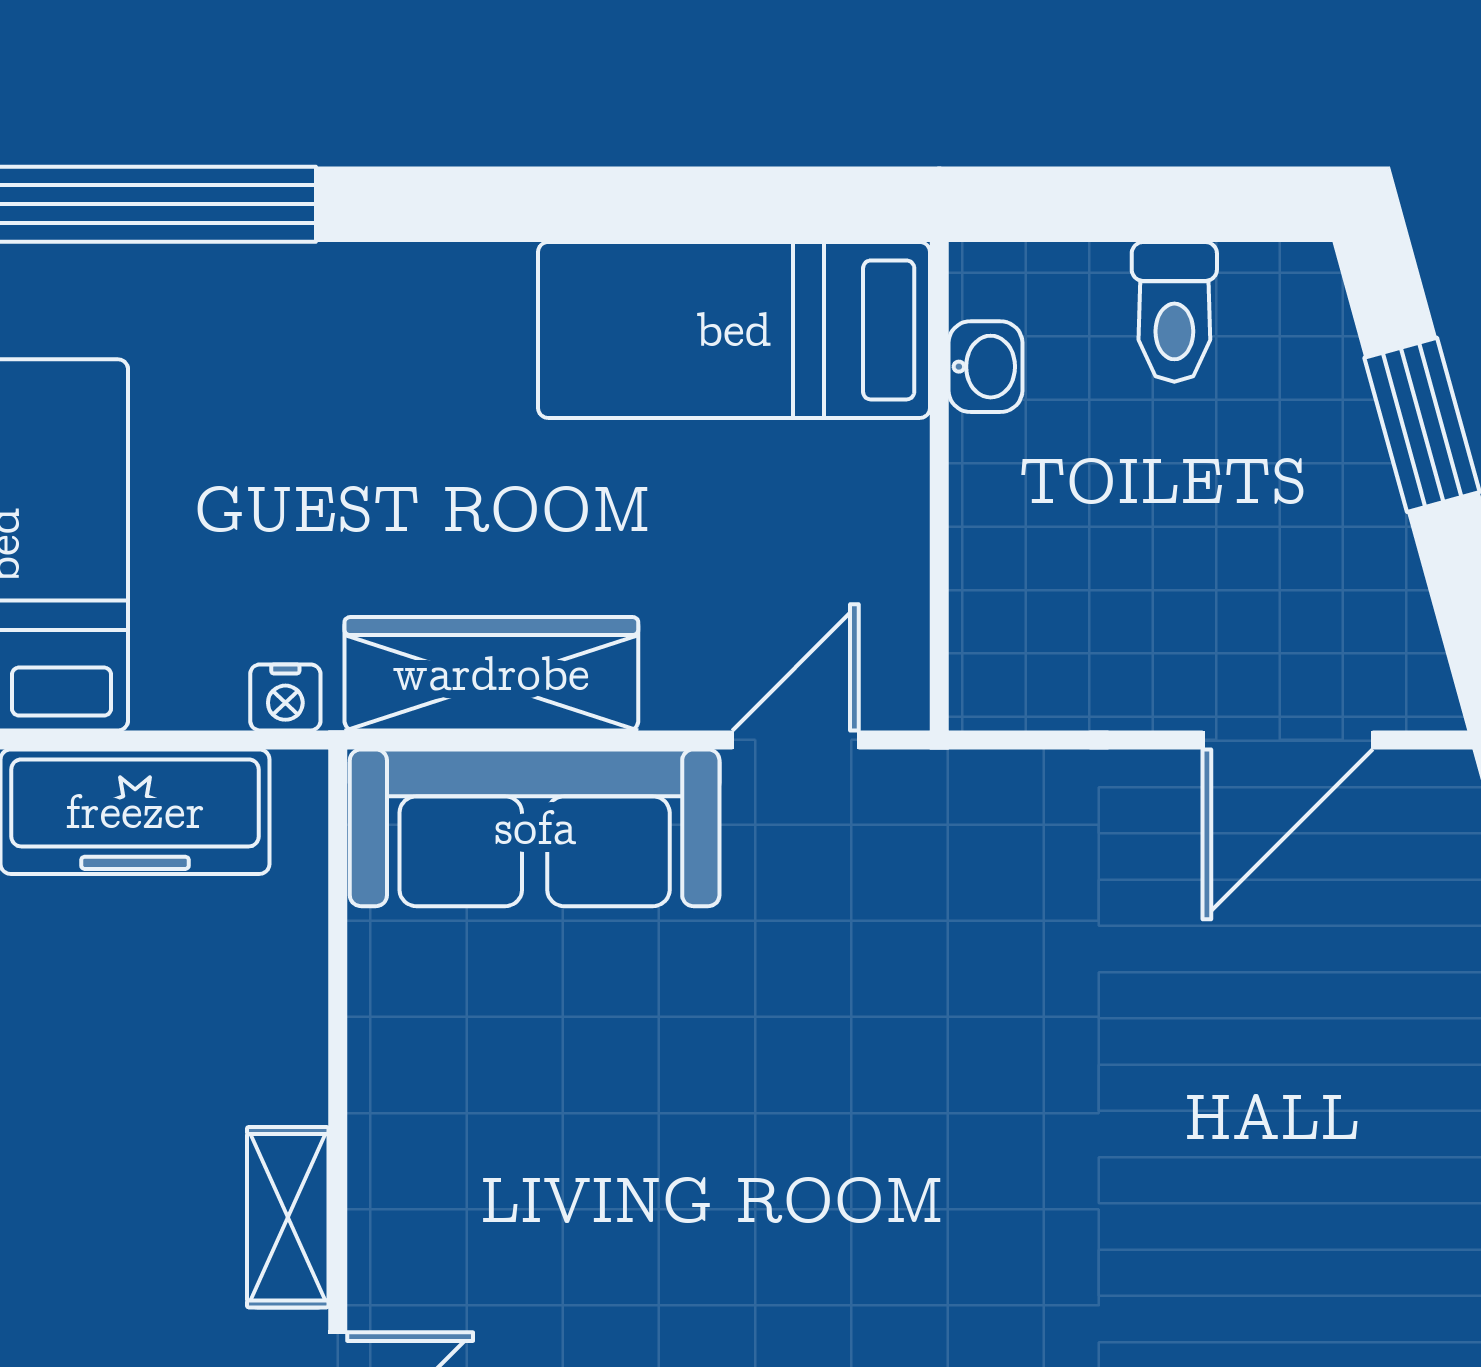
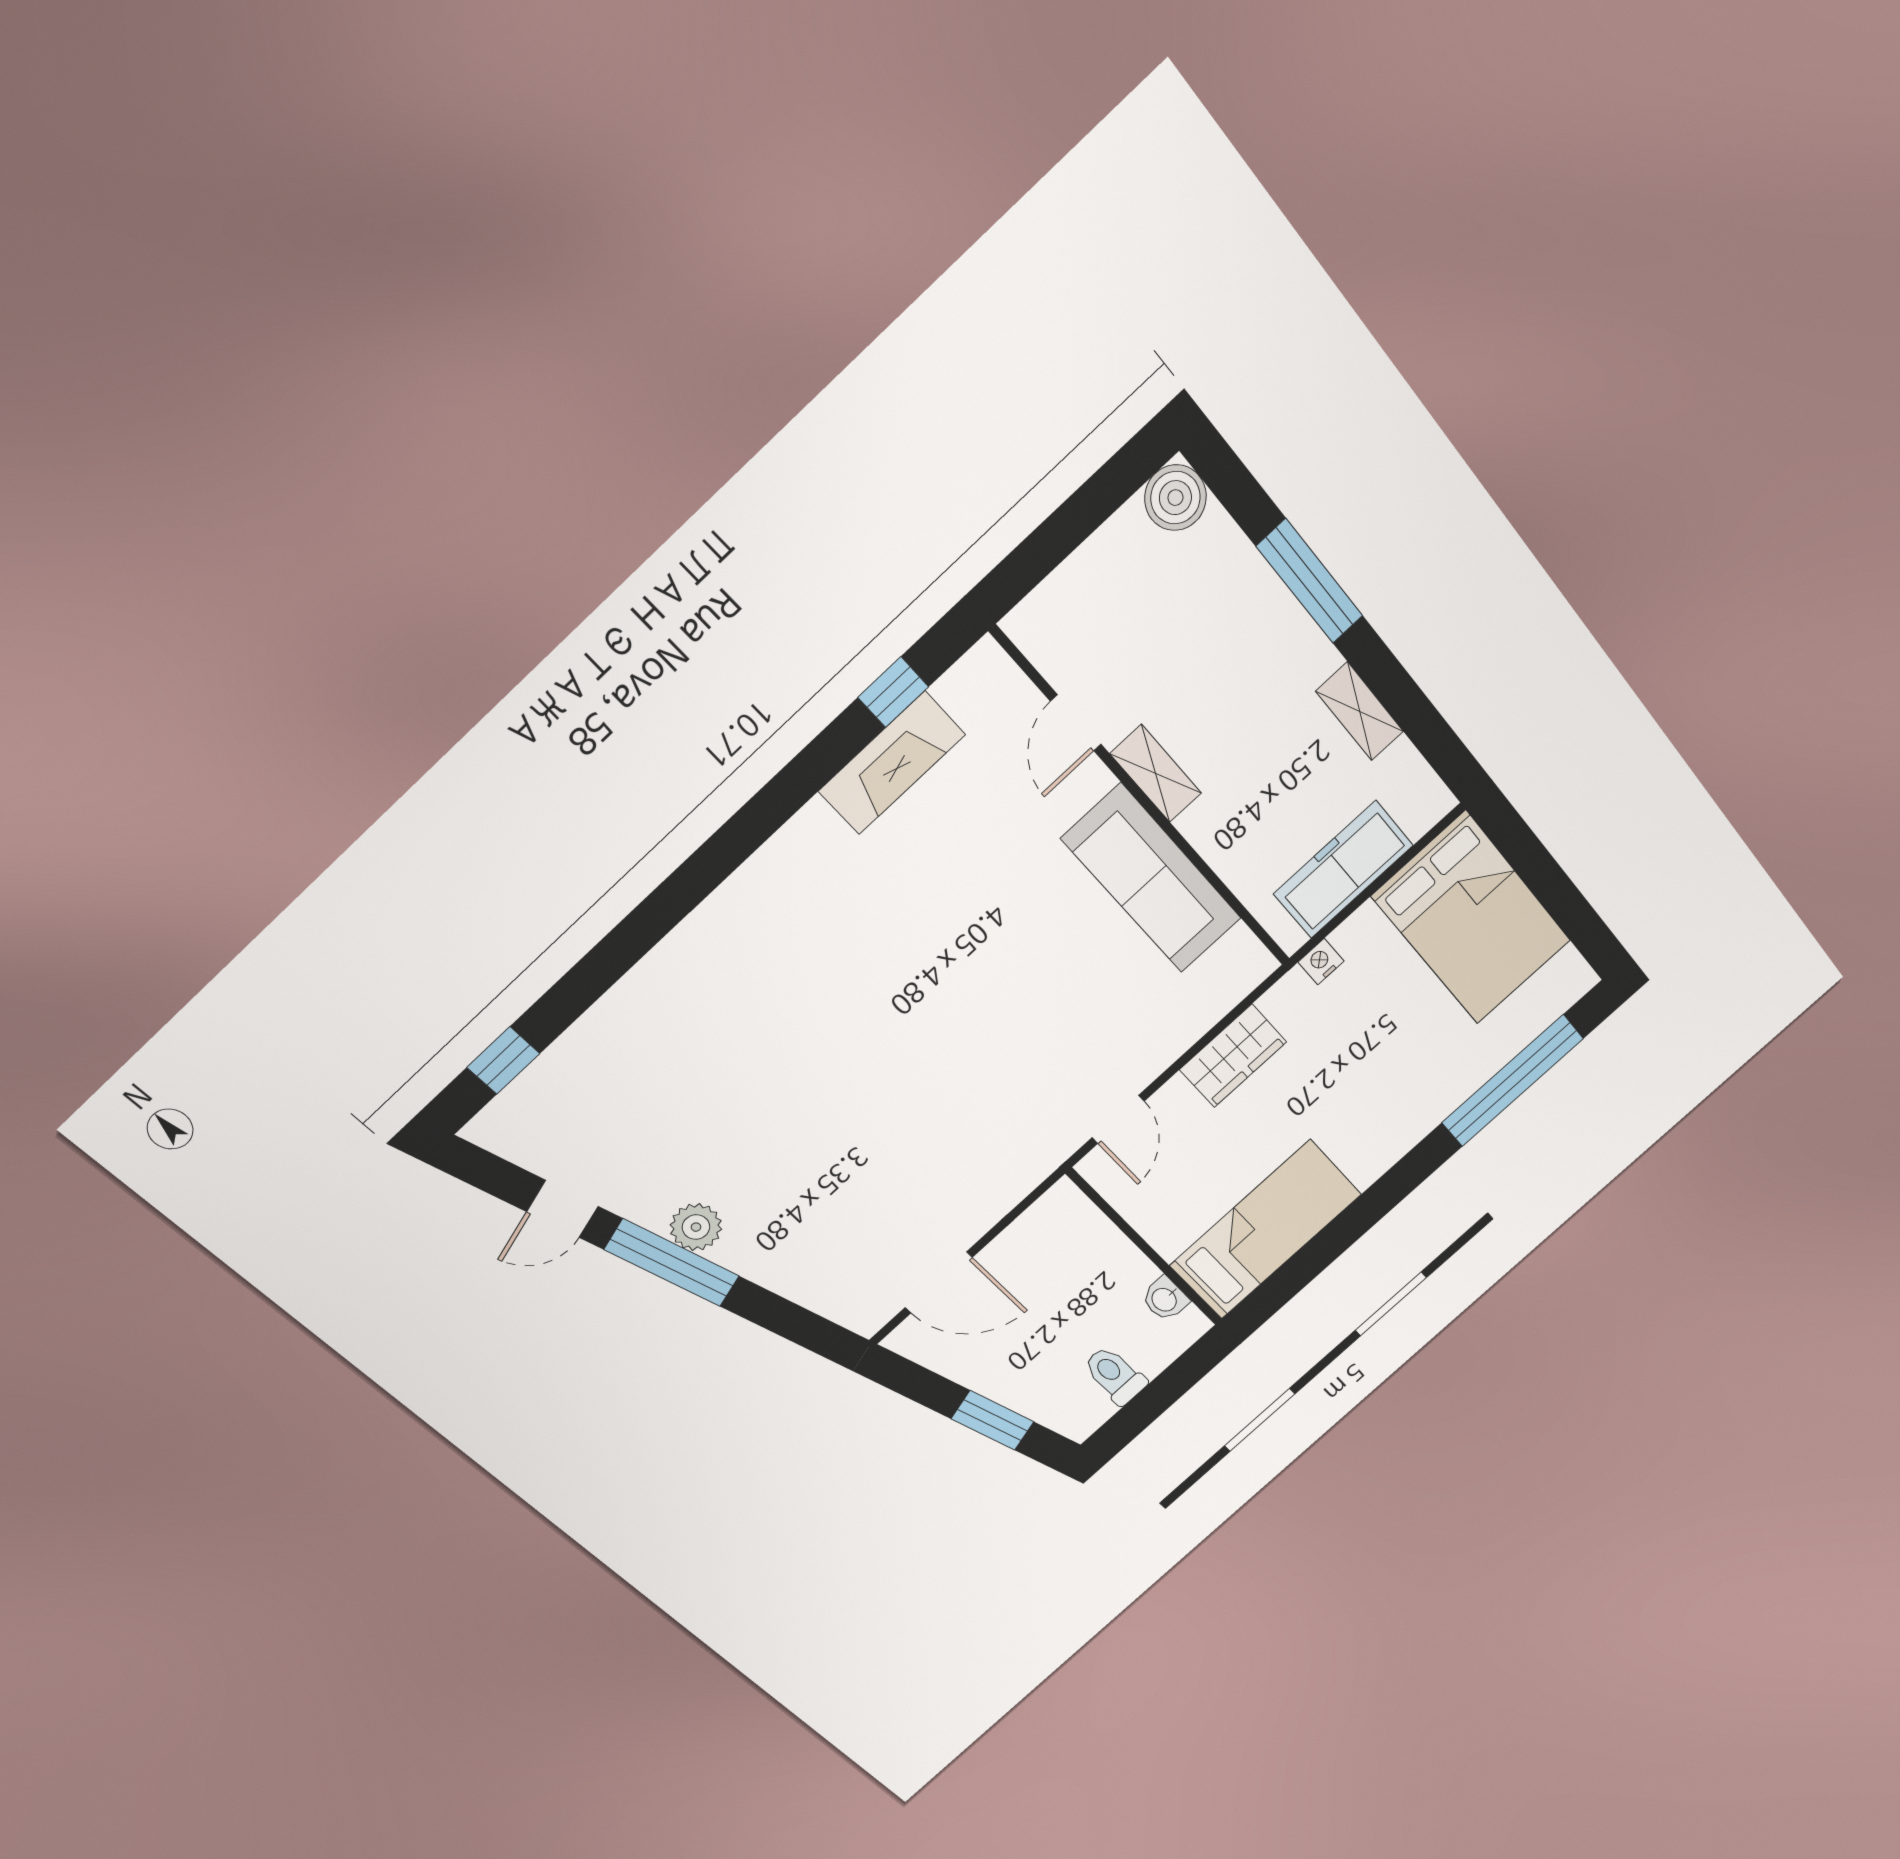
wardrobe: (491, 674) -> (1233, 1056), width x0.67
door: (1288, 740) -> (939, 1283), swing flipped
sofa: (535, 828) -> (1152, 879), moved, turned -90

